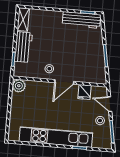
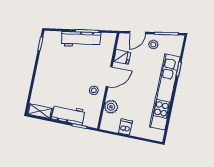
workbench: (81, 20) -> (81, 39), moved, turned 80
door: (64, 82) -> (109, 77), hinge flipped
plant: (19, 86) -> (111, 107), moved
dishwasher: (18, 103) -> (125, 127), added

